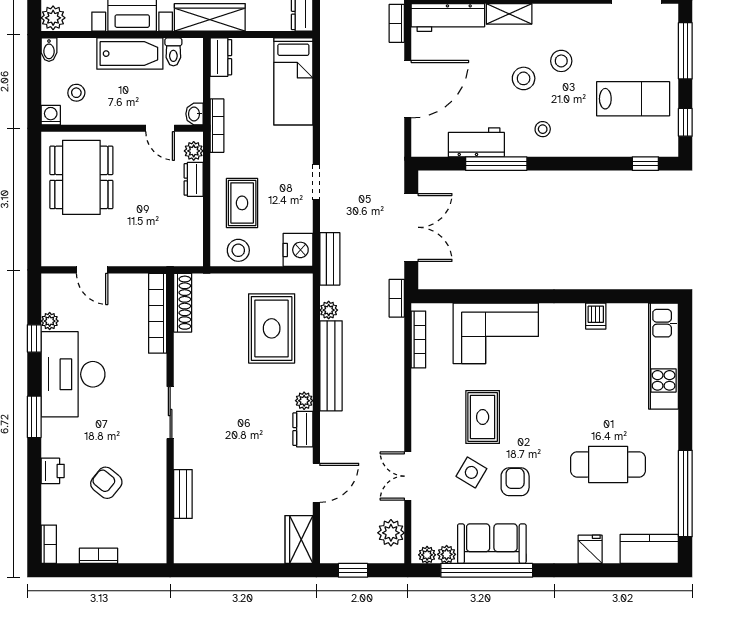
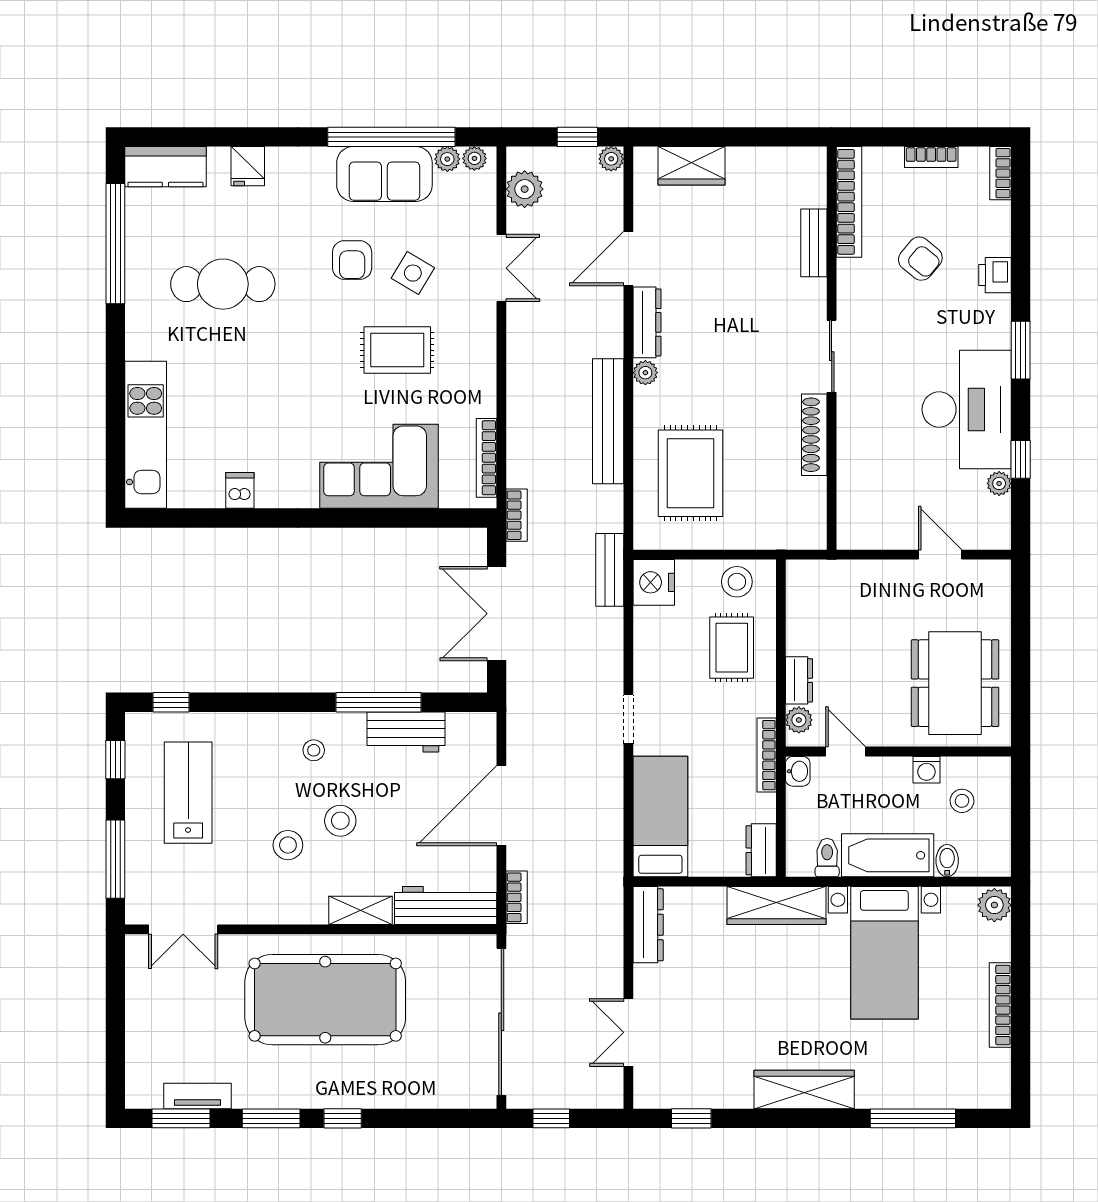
bidet: (49, 50) -> (947, 861), moved
lab bench: (633, 99) -> (188, 793), turned 90
washing machine: (51, 115) -> (926, 770), moved
doorway: (316, 182) -> (628, 719), moved
shoe rack: (183, 303) -> (814, 435), moved
plant: (329, 310) -> (611, 159), moved
bookcase: (158, 313) -> (849, 202), moved
rug: (483, 417) -> (397, 350), turned 90
dresser: (303, 429) -> (647, 322), width x1.44
wardrobe: (299, 540) -> (692, 166), moved, turned 90

